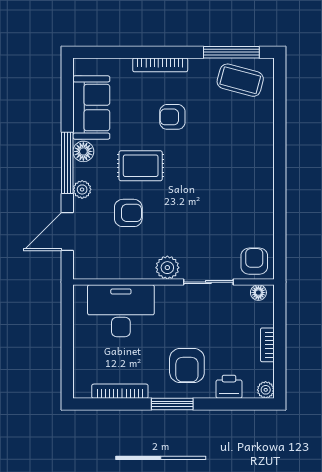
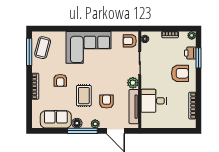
corner sofa: (241, 175) -> (88, 47), added
tv unit: (118, 270) -> (134, 107), added
desk: (121, 311) -> (154, 101), width x0.73
window: (172, 404) -> (199, 58), moved

